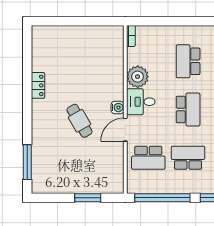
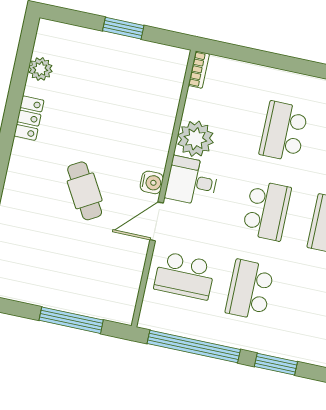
window: (82, 21) -> (123, 28), added
plant: (39, 55) -> (40, 69), added
school desk: (188, 158) -> (250, 290), turned -90
window: (88, 198) -> (71, 320), width x1.44

